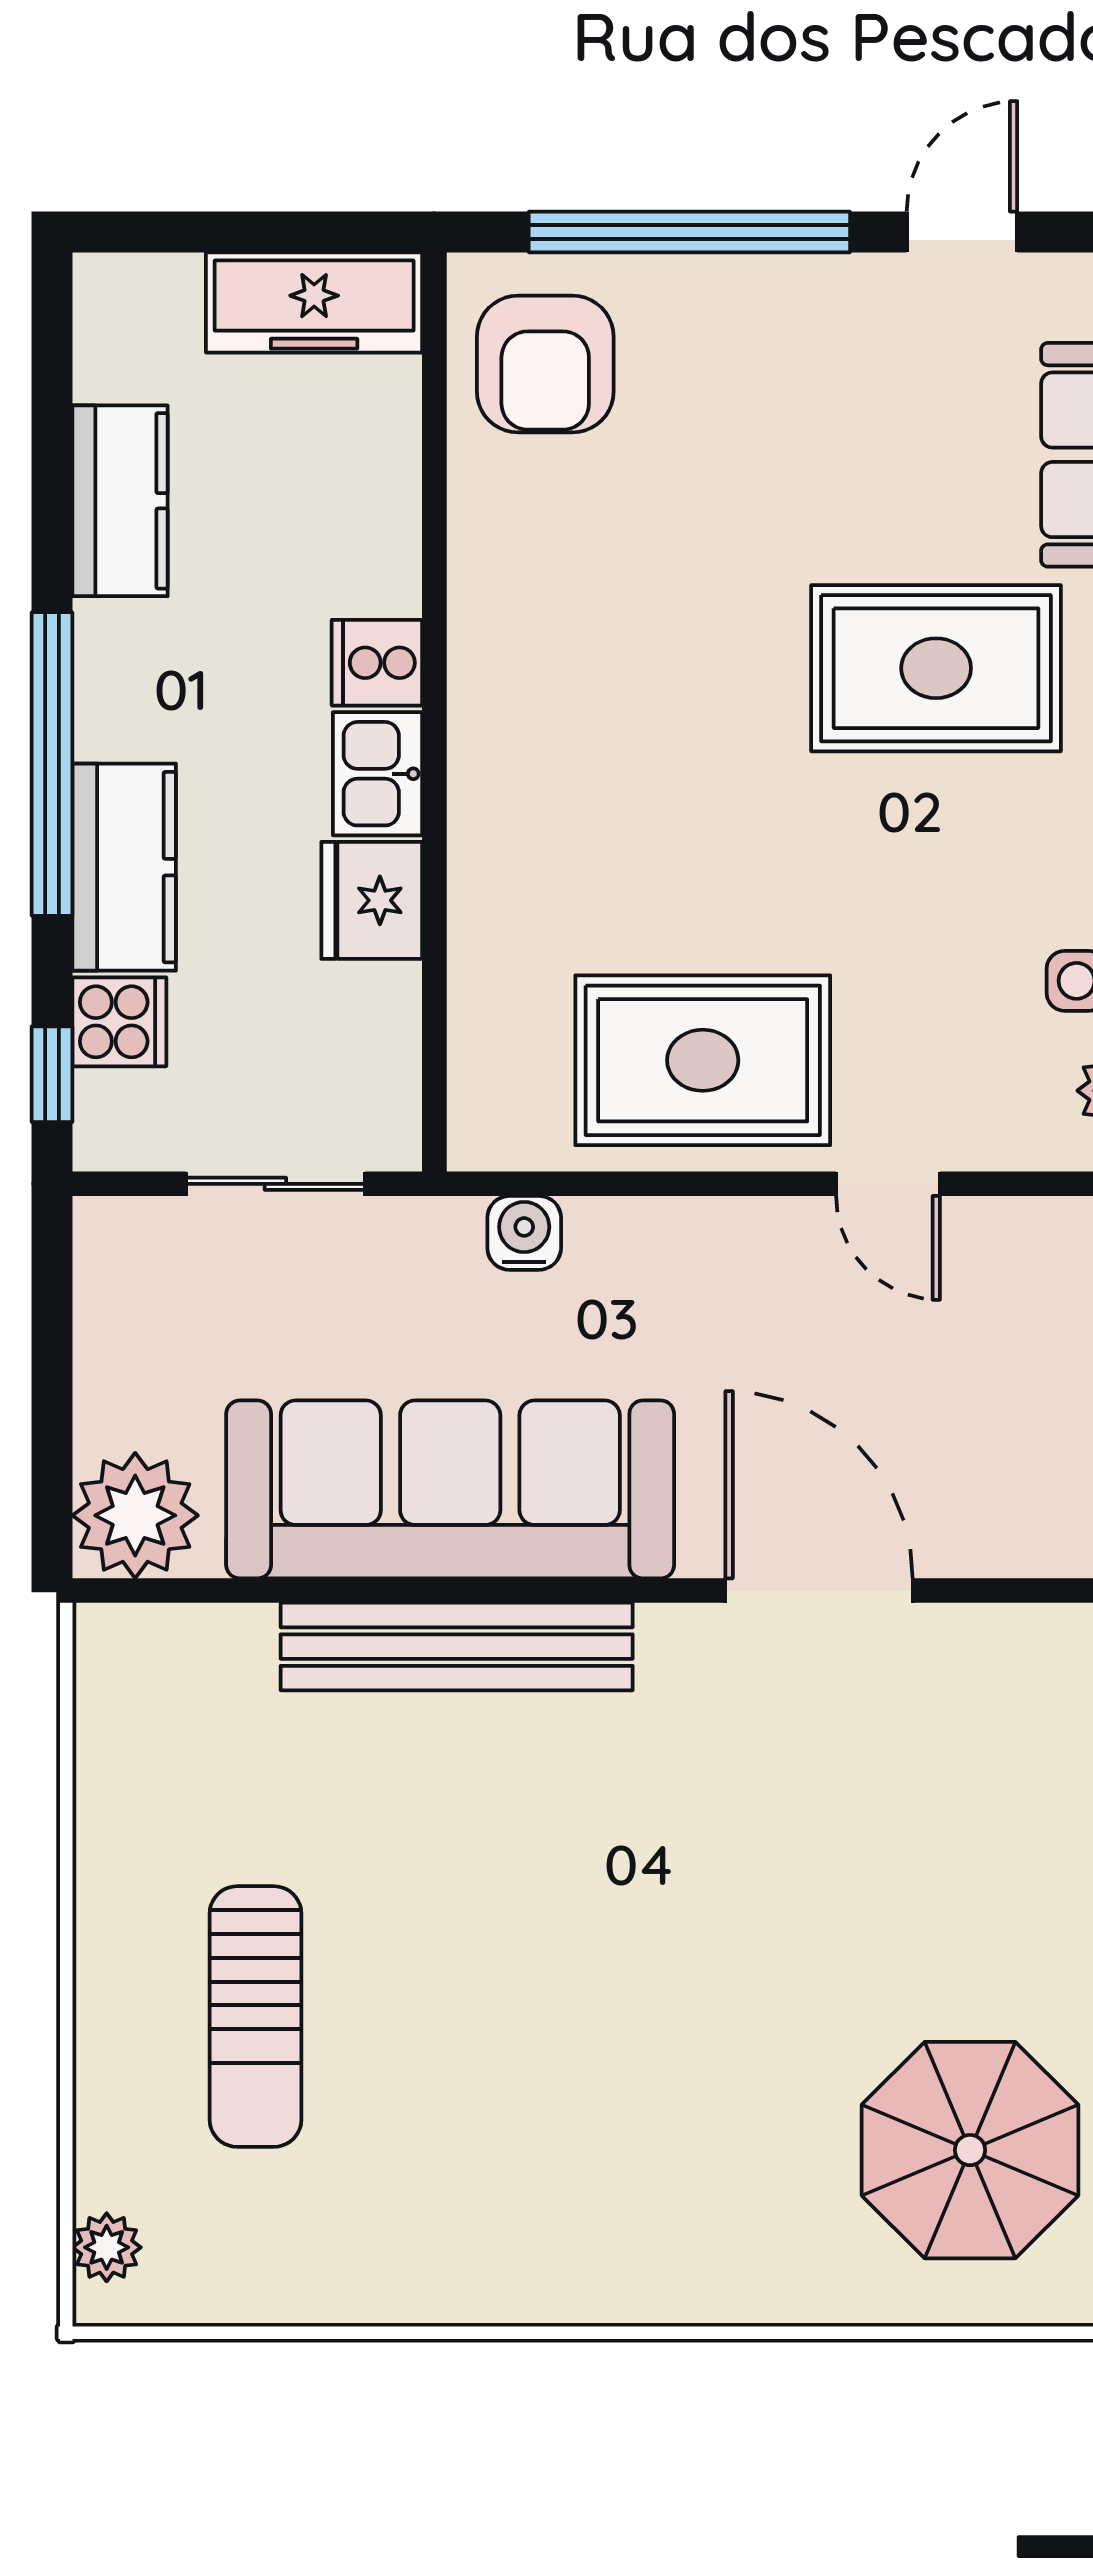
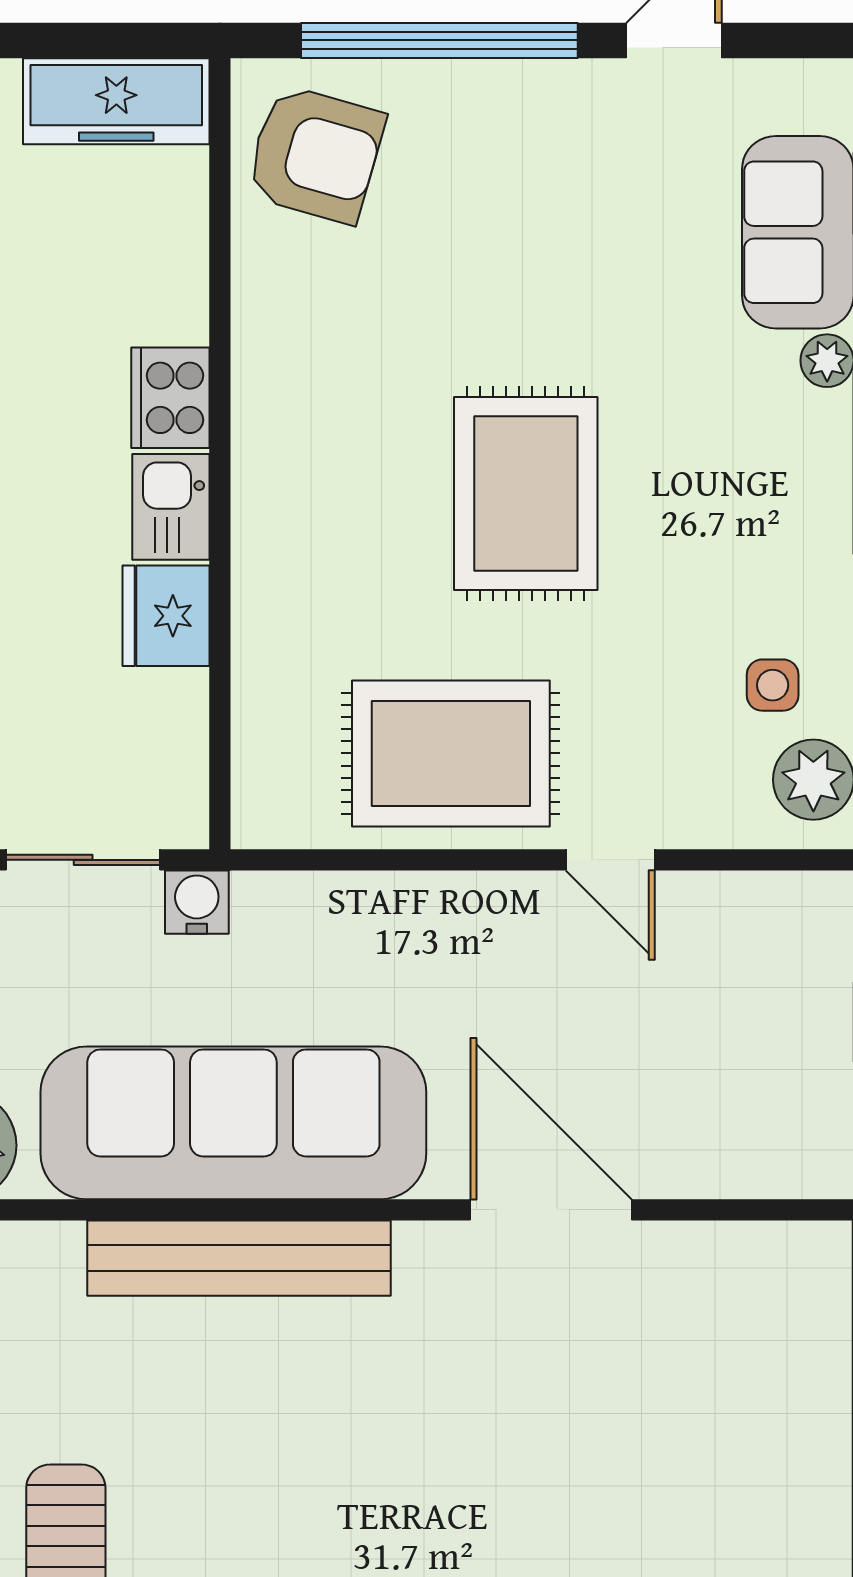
armchair: (545, 364) -> (315, 154), turned -74
cooker: (377, 663) -> (170, 398), width x1.36
rug: (936, 668) -> (526, 493), moved, turned 90
water cooler: (524, 1233) -> (197, 902), moved

